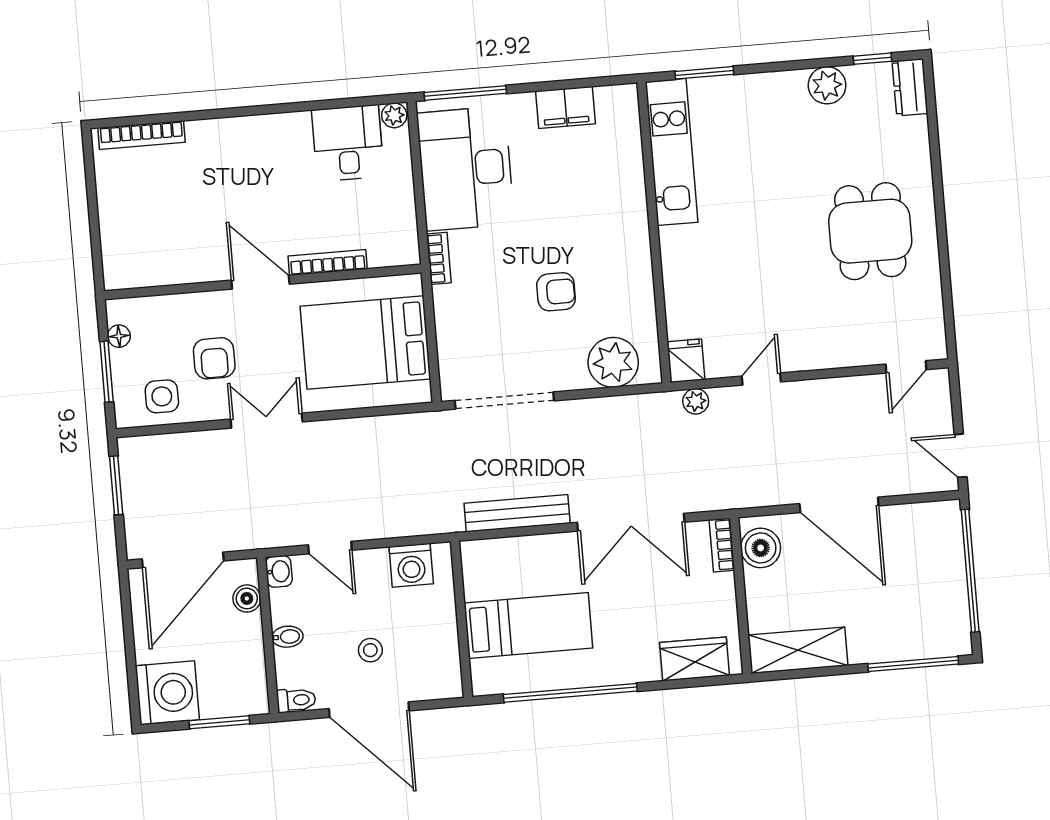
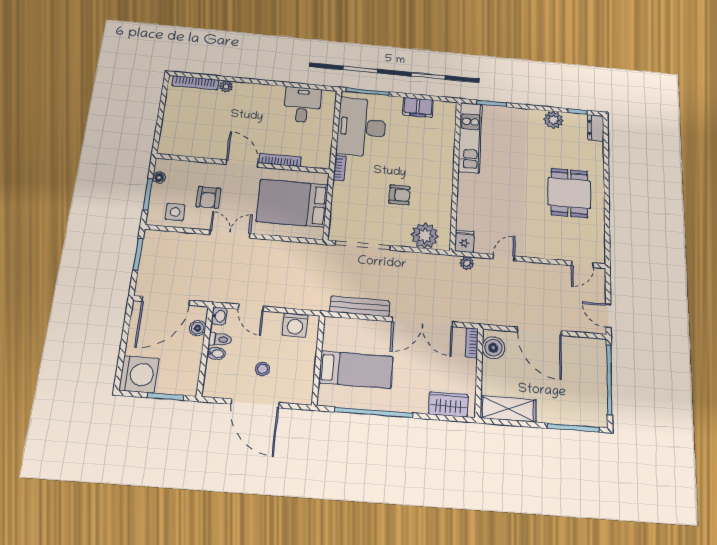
plant: (394, 115) -> (226, 86), moved
toilet: (296, 700) -> (220, 339), moved

